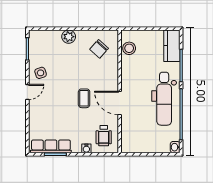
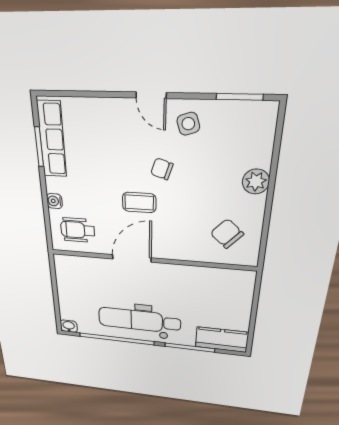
stool: (129, 48) -> (223, 280), removed
chair: (64, 86) -> (162, 169), added

